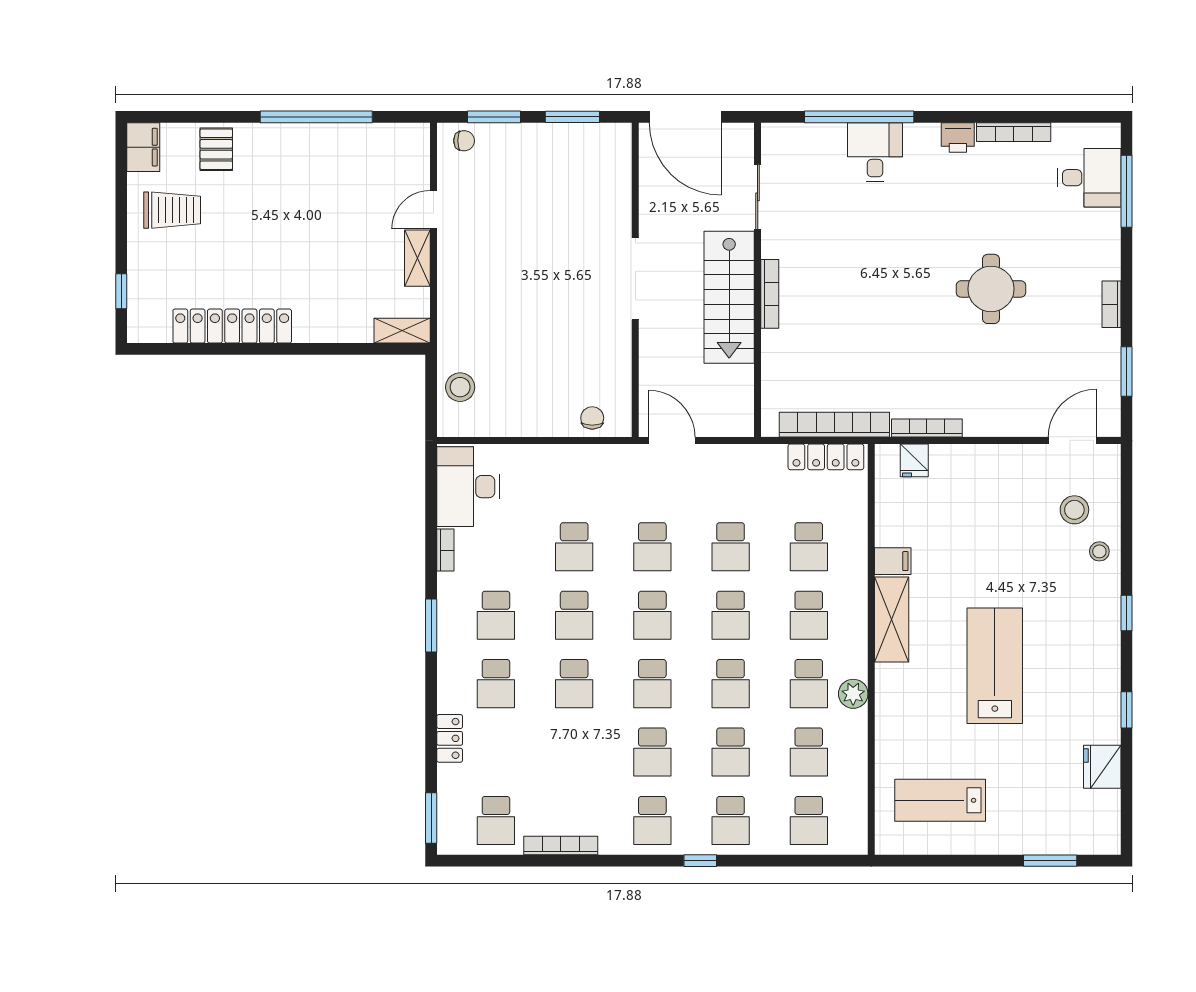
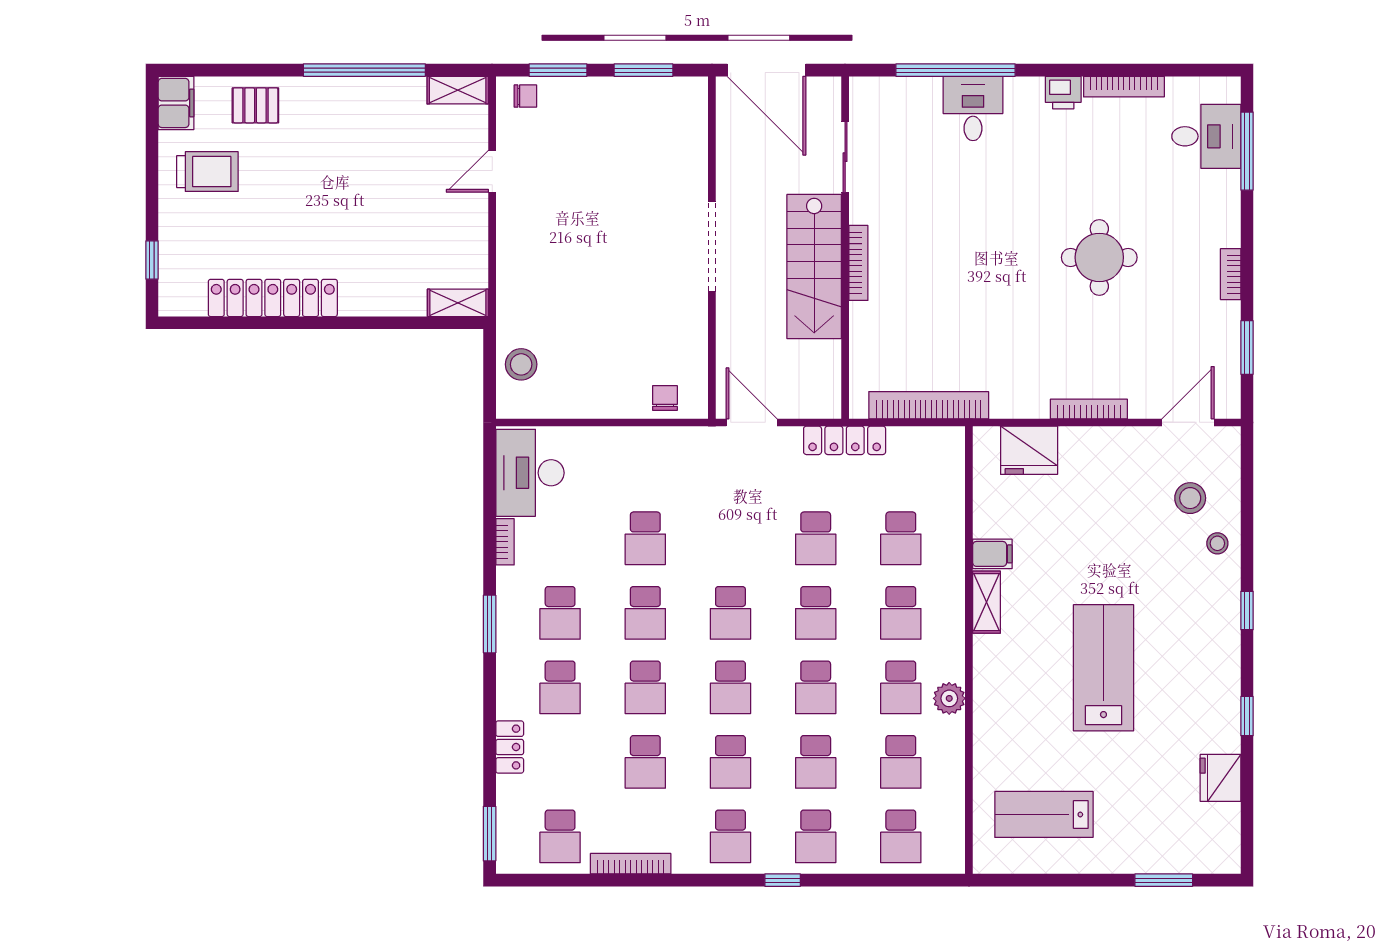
pallet: (216, 149) -> (255, 105), turned 90
shelving: (417, 258) -> (458, 90), moved, turned 90
bookcase: (927, 428) -> (1089, 409), moved
locker: (826, 457) -> (845, 440), moved
fridge: (914, 460) -> (1029, 450), width x1.88, depth x1.34
school desk: (652, 547) -> (645, 762), moved
shelving: (892, 620) -> (987, 602), width x0.67, depth x0.75

